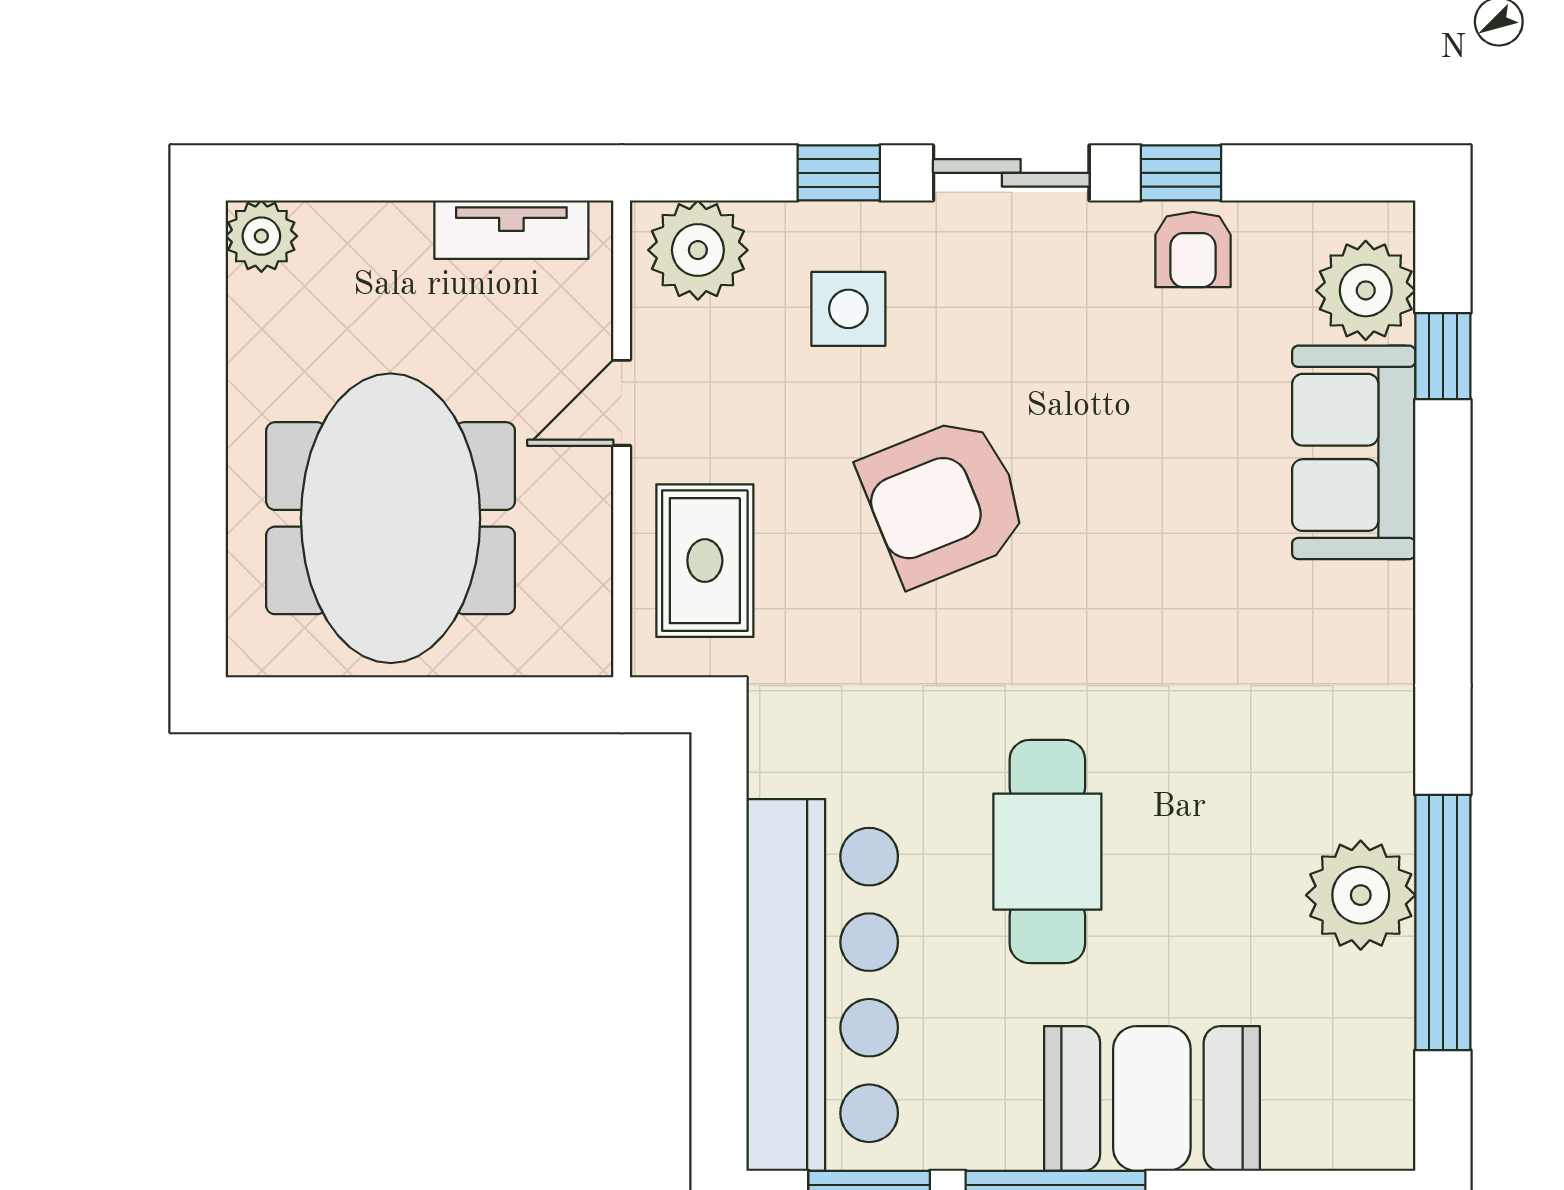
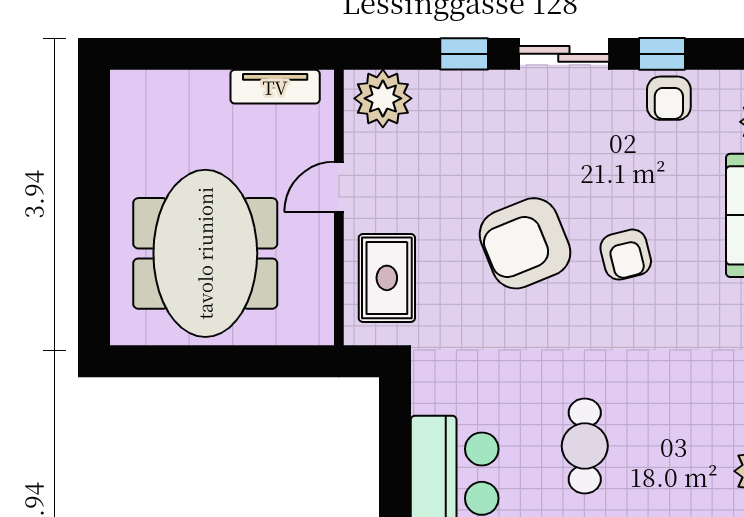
plant: (261, 236) -> (131, 90), removed
side table: (848, 309) -> (470, 132), removed
armchair: (1118, 520) -> (626, 255), added
cafe table: (1047, 852) -> (585, 446), width x0.73, depth x0.74

